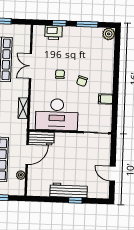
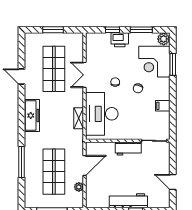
printer: (54, 33) -> (120, 40), moved
corner desk: (99, 56) -> (154, 62), added
window: (117, 59) -> (173, 64), added
desk: (57, 114) -> (102, 114), moved, turned 90
workbench: (41, 138) -> (128, 148), moved

